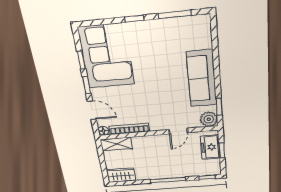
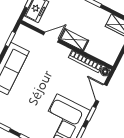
plant: (209, 119) -> (23, 33), removed
shelving: (116, 144) -> (74, 40), moved

